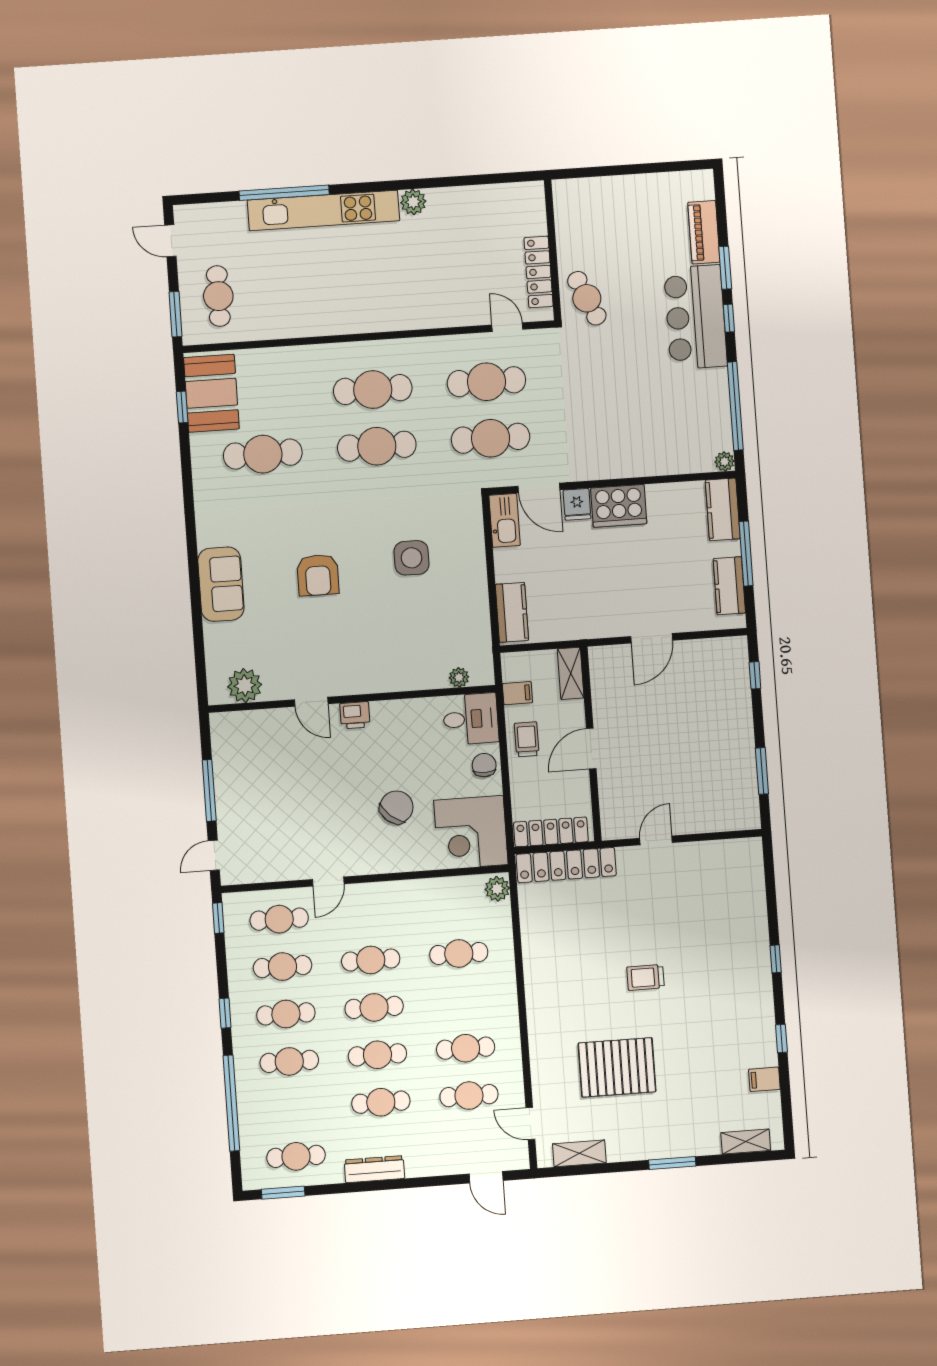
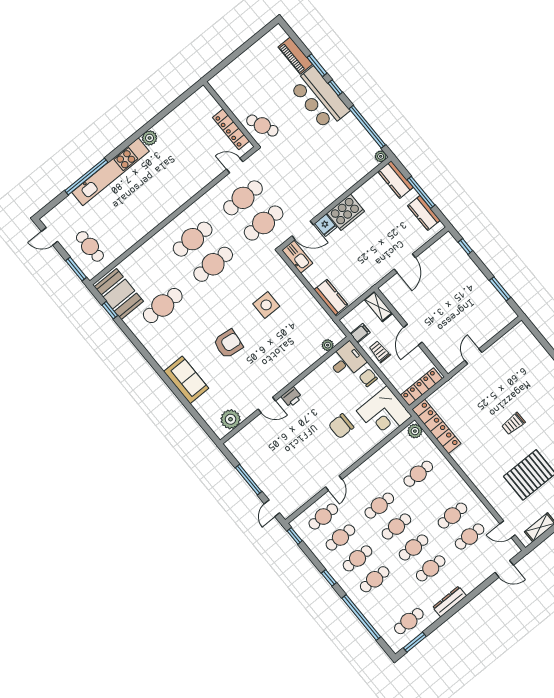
armchair: (318, 575) -> (228, 344), turned -83
chair: (397, 807) -> (341, 426), turned -130
locker: (566, 865) -> (436, 426), moved, turned -90

